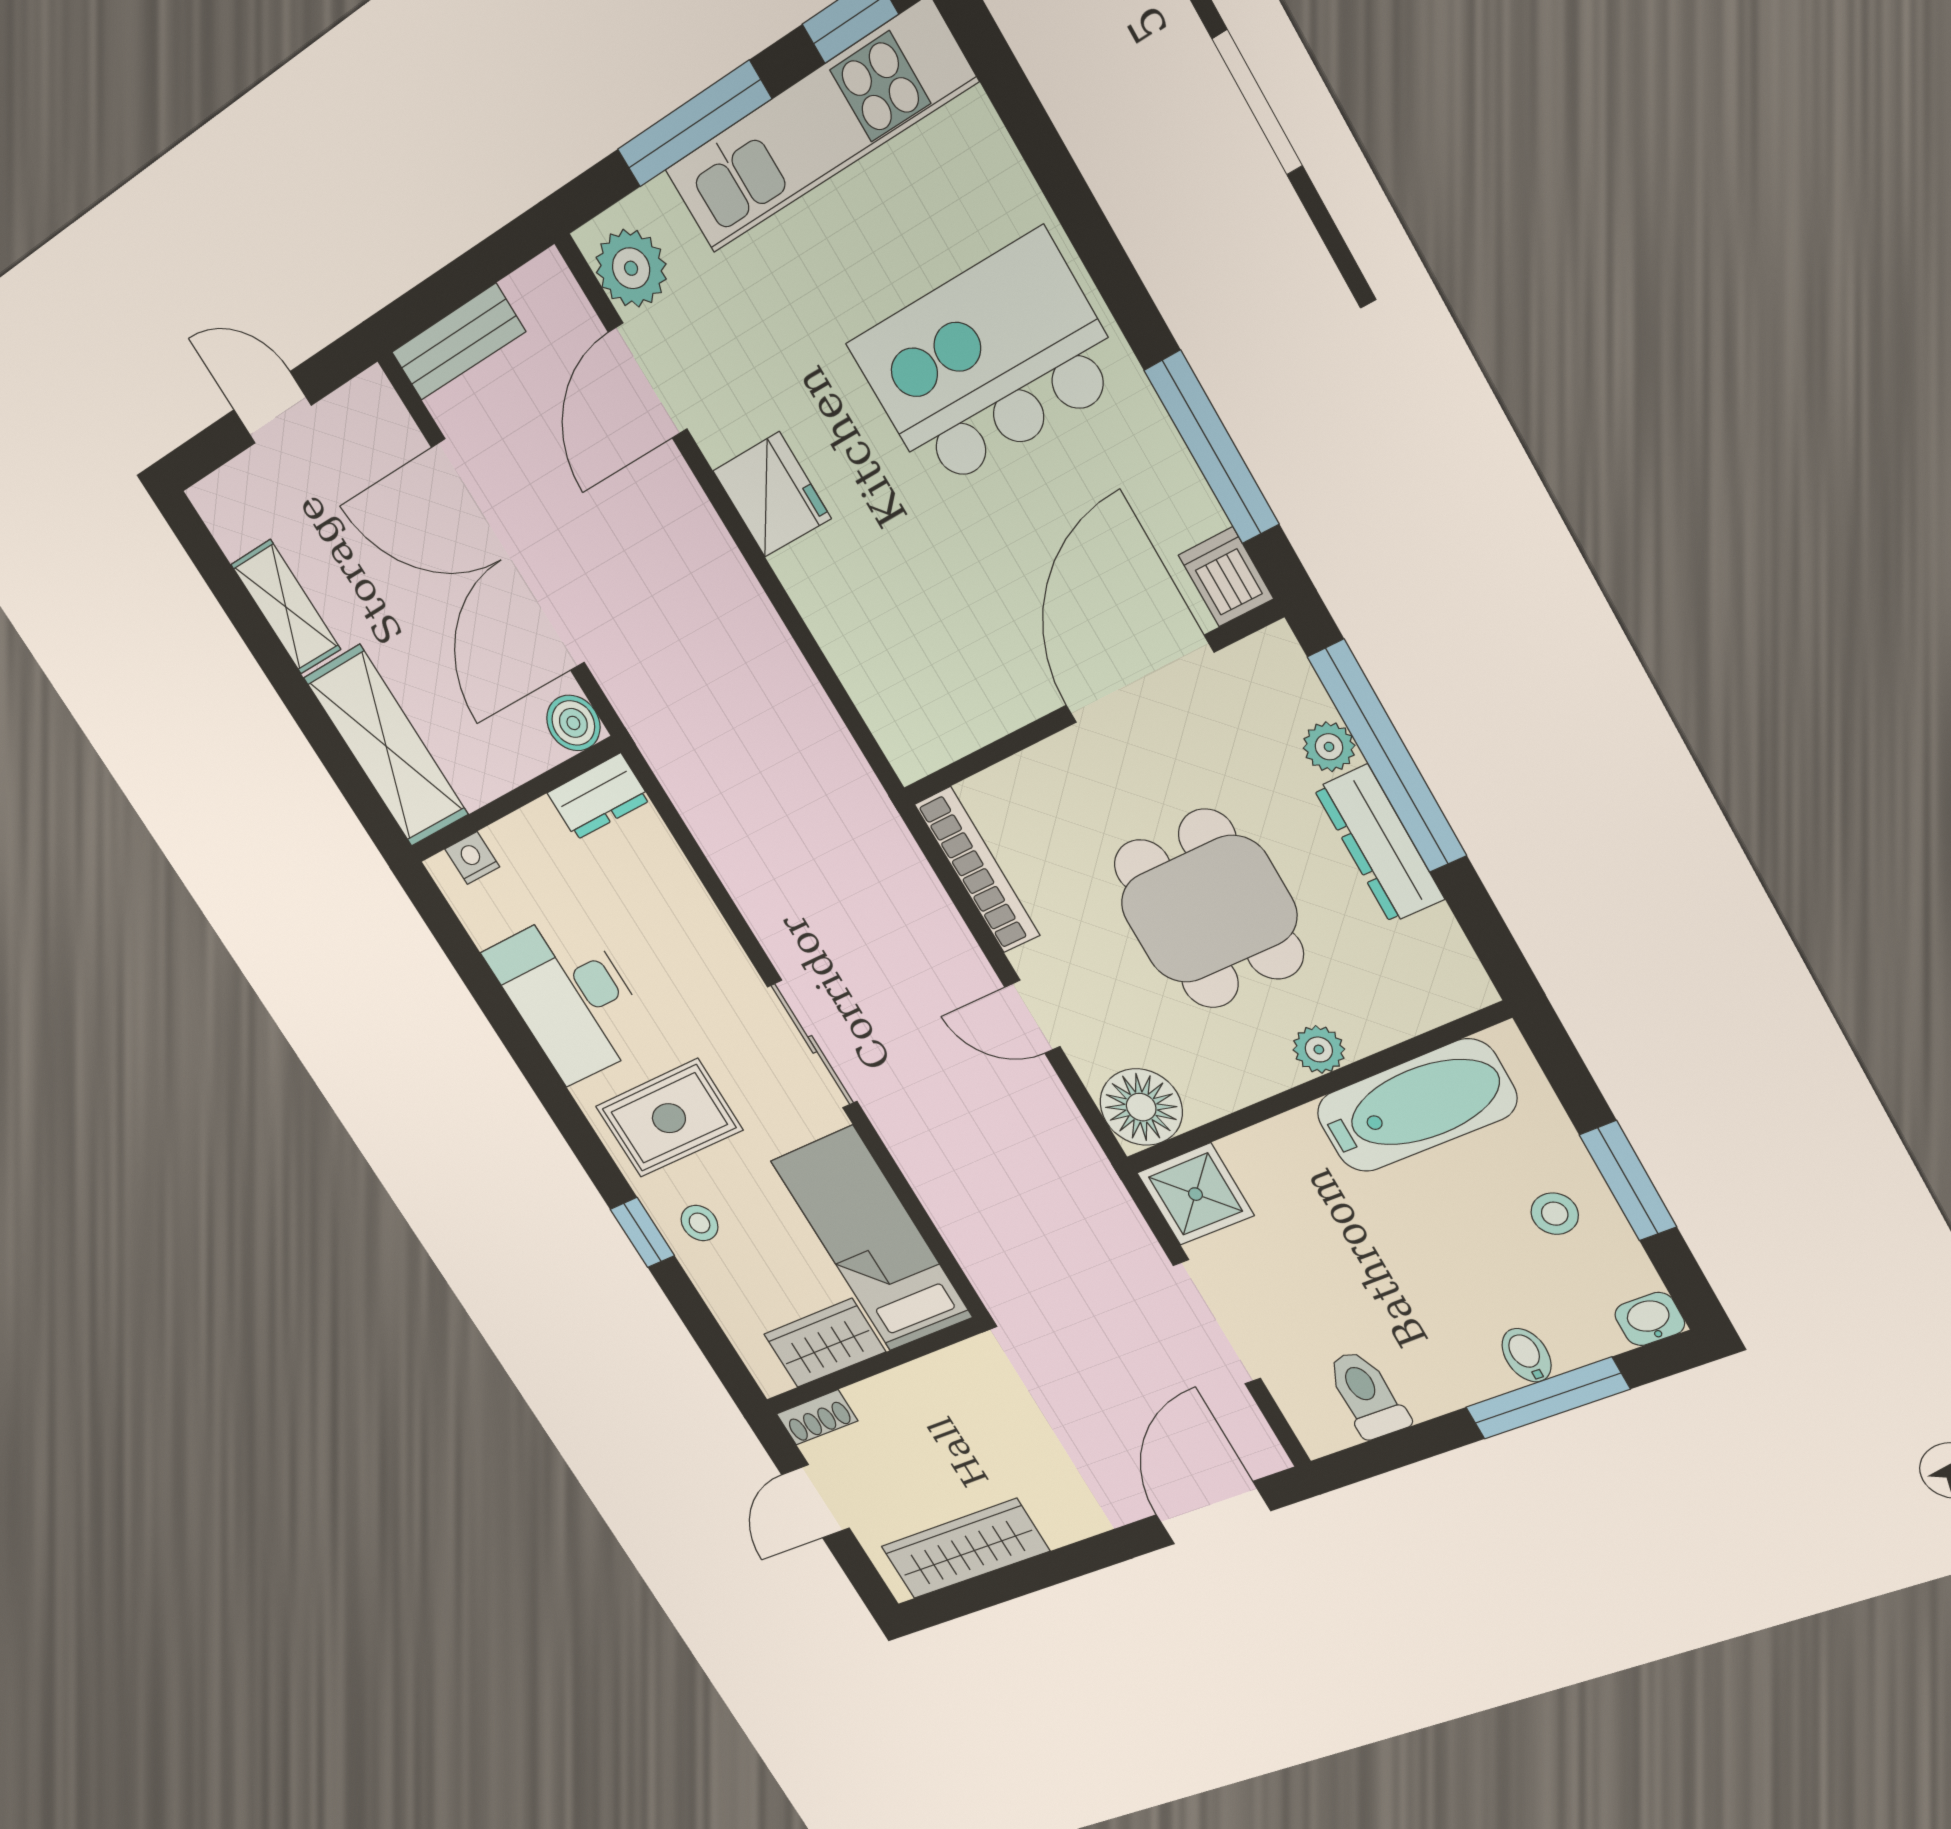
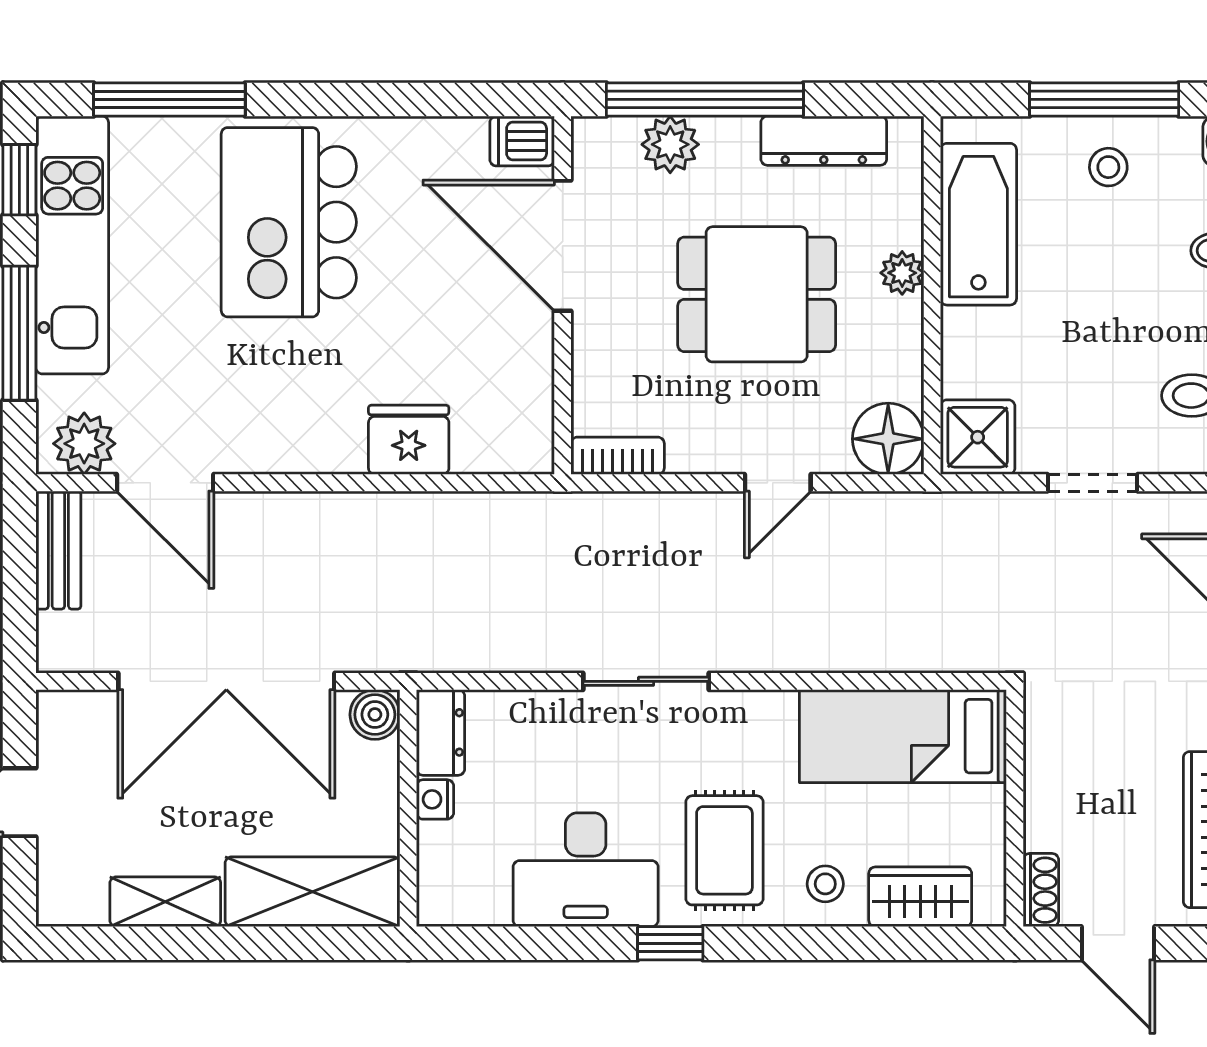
bench: (458, 342) -> (58, 550), moved
window: (1212, 447) -> (169, 99), moved
fridge: (772, 495) -> (409, 440), moved
plant: (1329, 747) -> (670, 144), width x1.38, depth x1.38
dresser: (1379, 844) -> (824, 141), moved
nightstand: (472, 858) -> (435, 799), moved
bookcase: (977, 870) -> (618, 456), width x0.64
sliding door: (812, 1044) -> (646, 681), moved
window: (1628, 1181) -> (1104, 99), width x1.44
window: (642, 1232) -> (670, 943), moved
doorway: (1217, 1322) -> (1093, 483), width x0.73
wardrobe: (825, 1343) -> (920, 897), moved, turned 90

